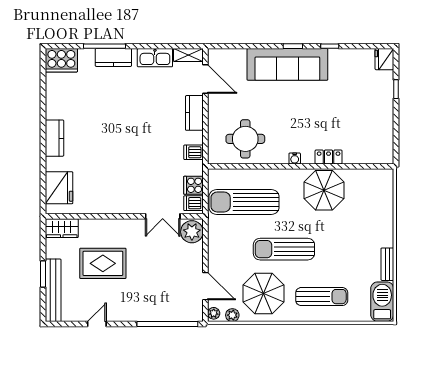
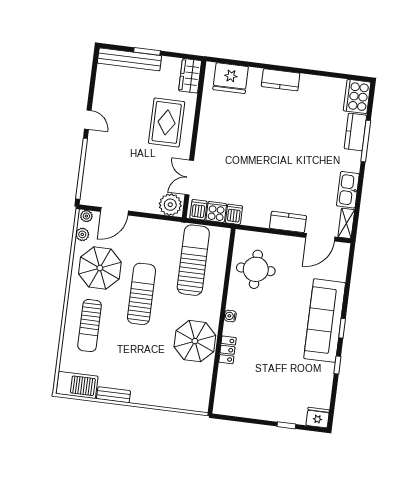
kitchen counter: (113, 57) -> (355, 132), moved
dishwasher: (193, 152) -> (234, 214), moved
rug: (103, 263) -> (167, 122), moved
door: (97, 324) -> (88, 120), moved

